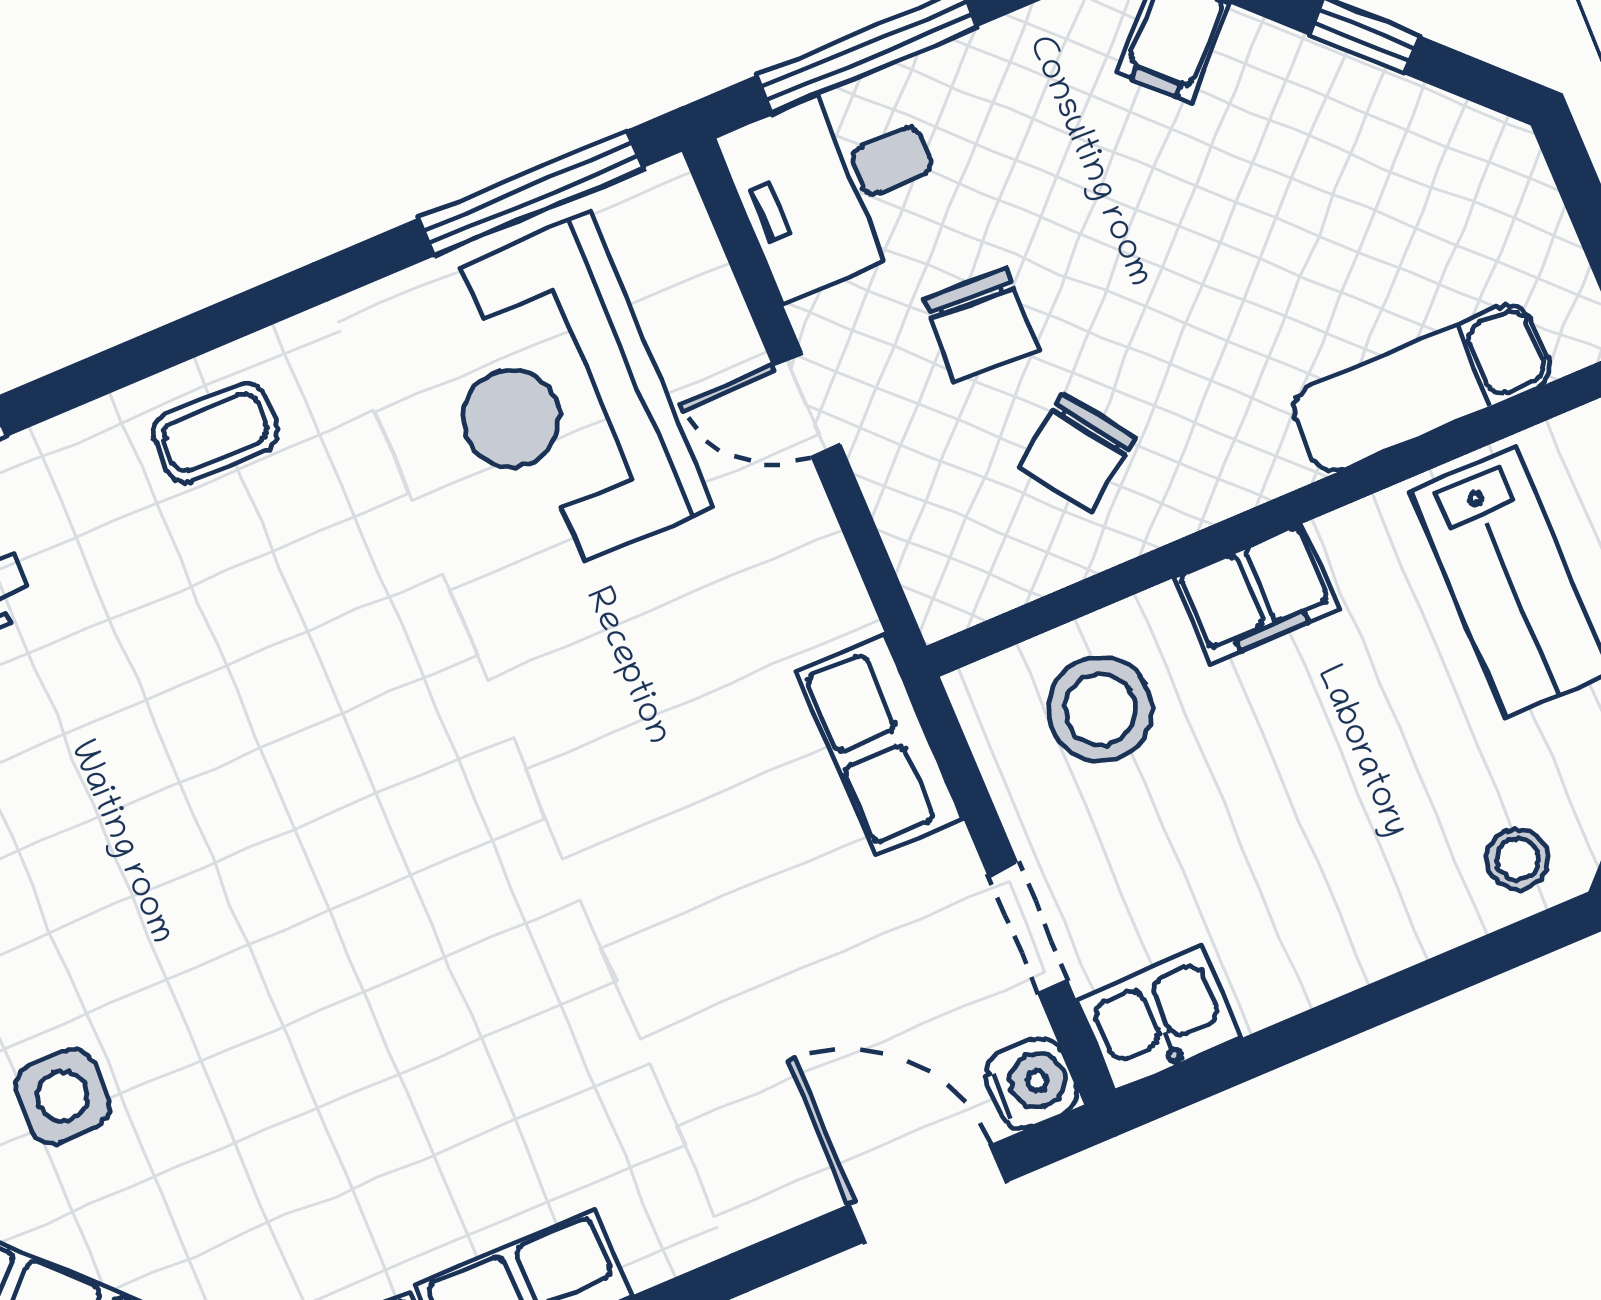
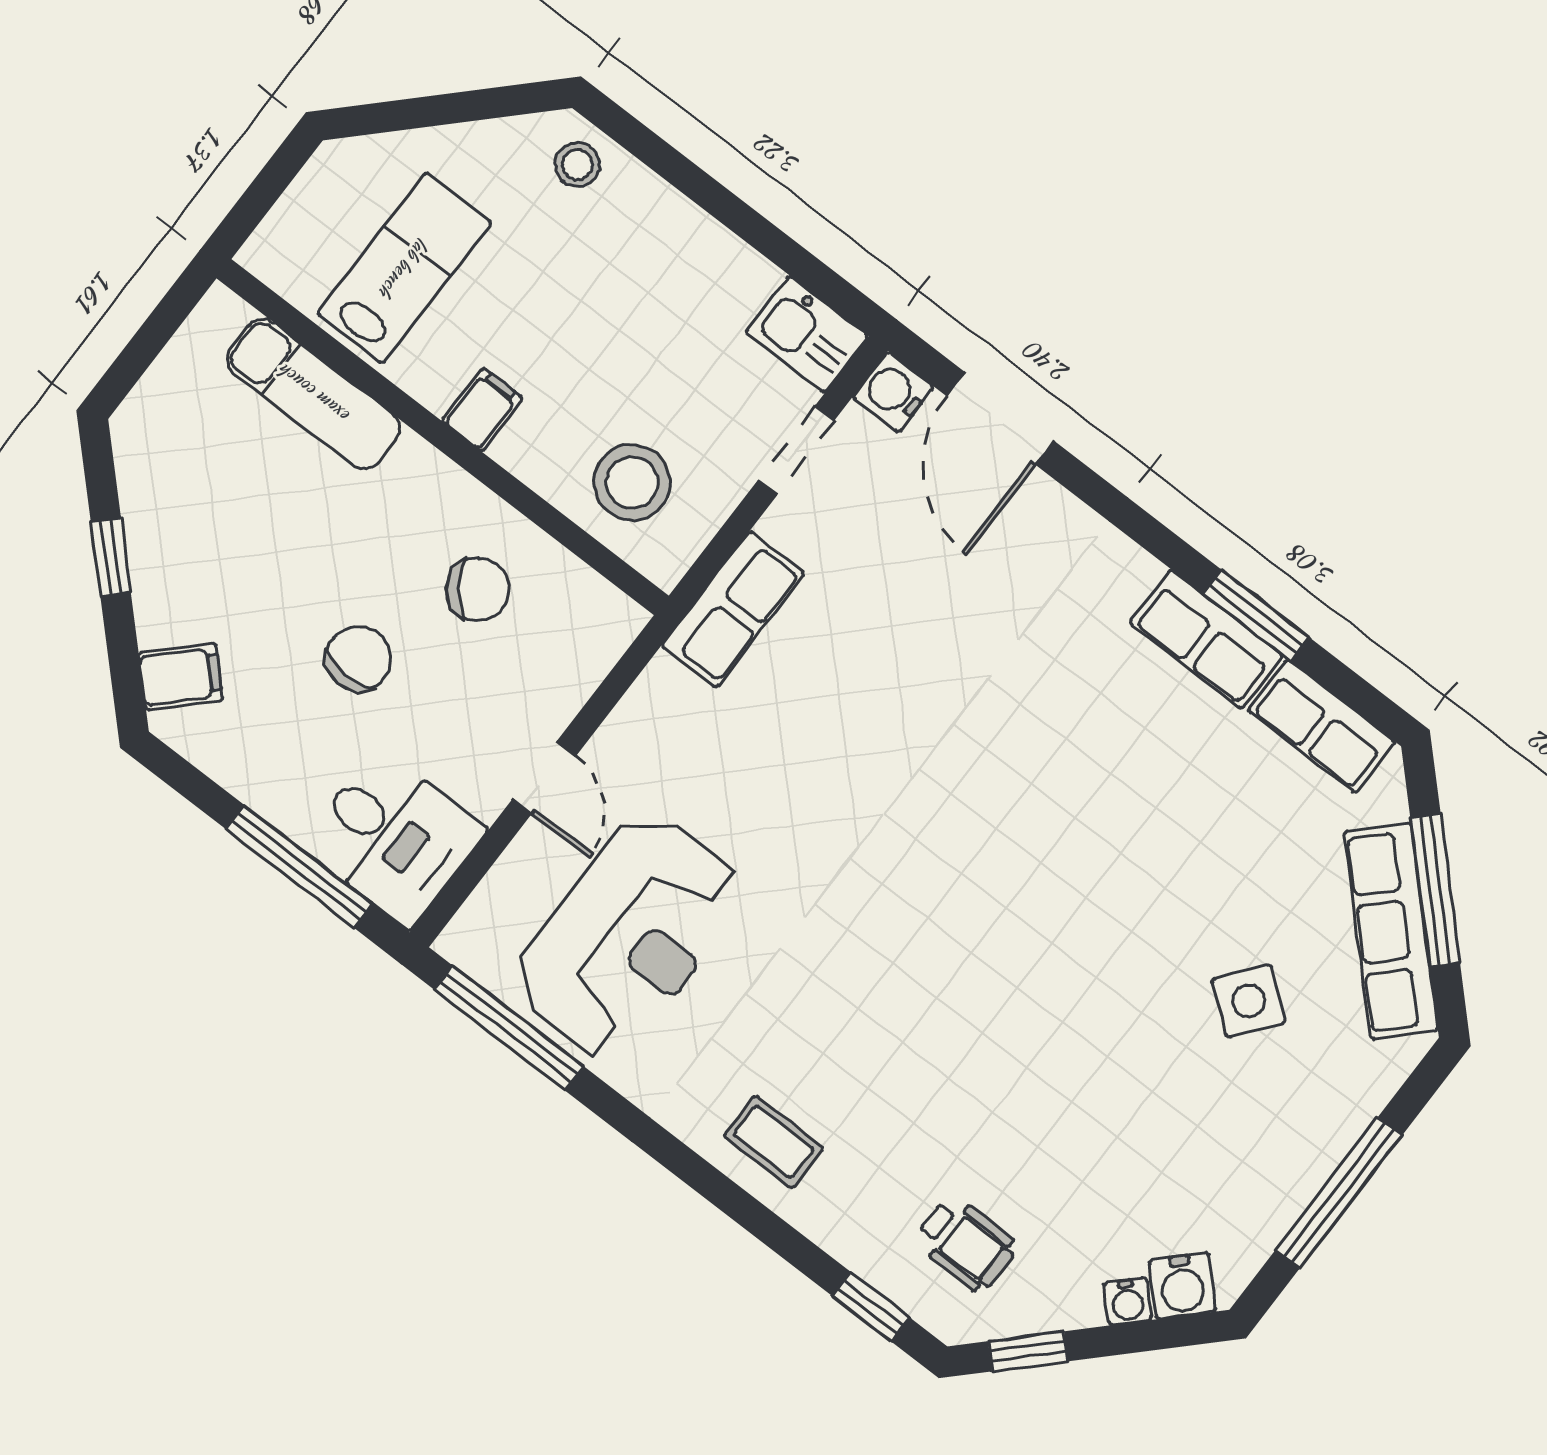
chair: (981, 325) -> (358, 659), moved
filing cabinet: (1257, 593) -> (482, 409), width x0.50
side table: (62, 1096) -> (1249, 1001), turned 38

